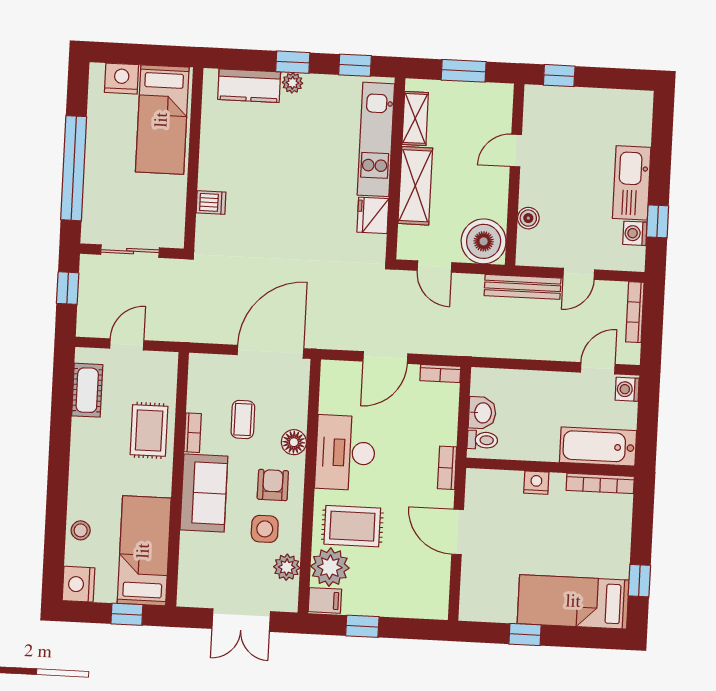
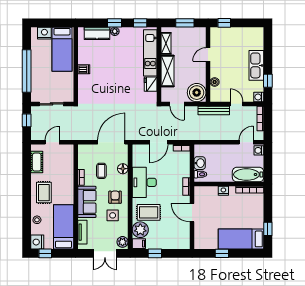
dishwasher: (211, 203) -> (84, 69), moved
washing machine: (635, 233) -> (259, 97), moved
door: (579, 274) -> (237, 104), swing flipped
rug: (149, 430) -> (44, 193), moved
floor lamp: (294, 442) -> (123, 169), moved
tv unit: (189, 566) -> (82, 232), added
plant: (287, 567) -> (123, 242), moved
window: (127, 614) -> (45, 253), moved

